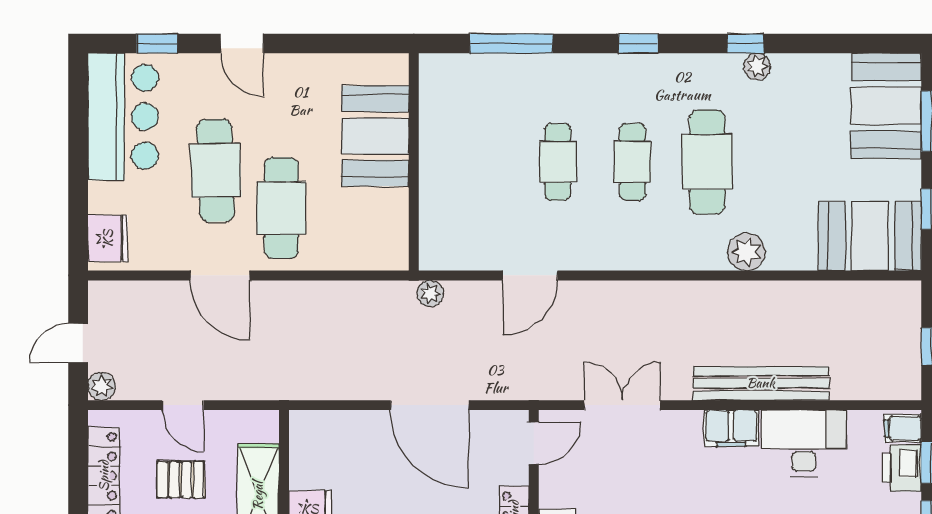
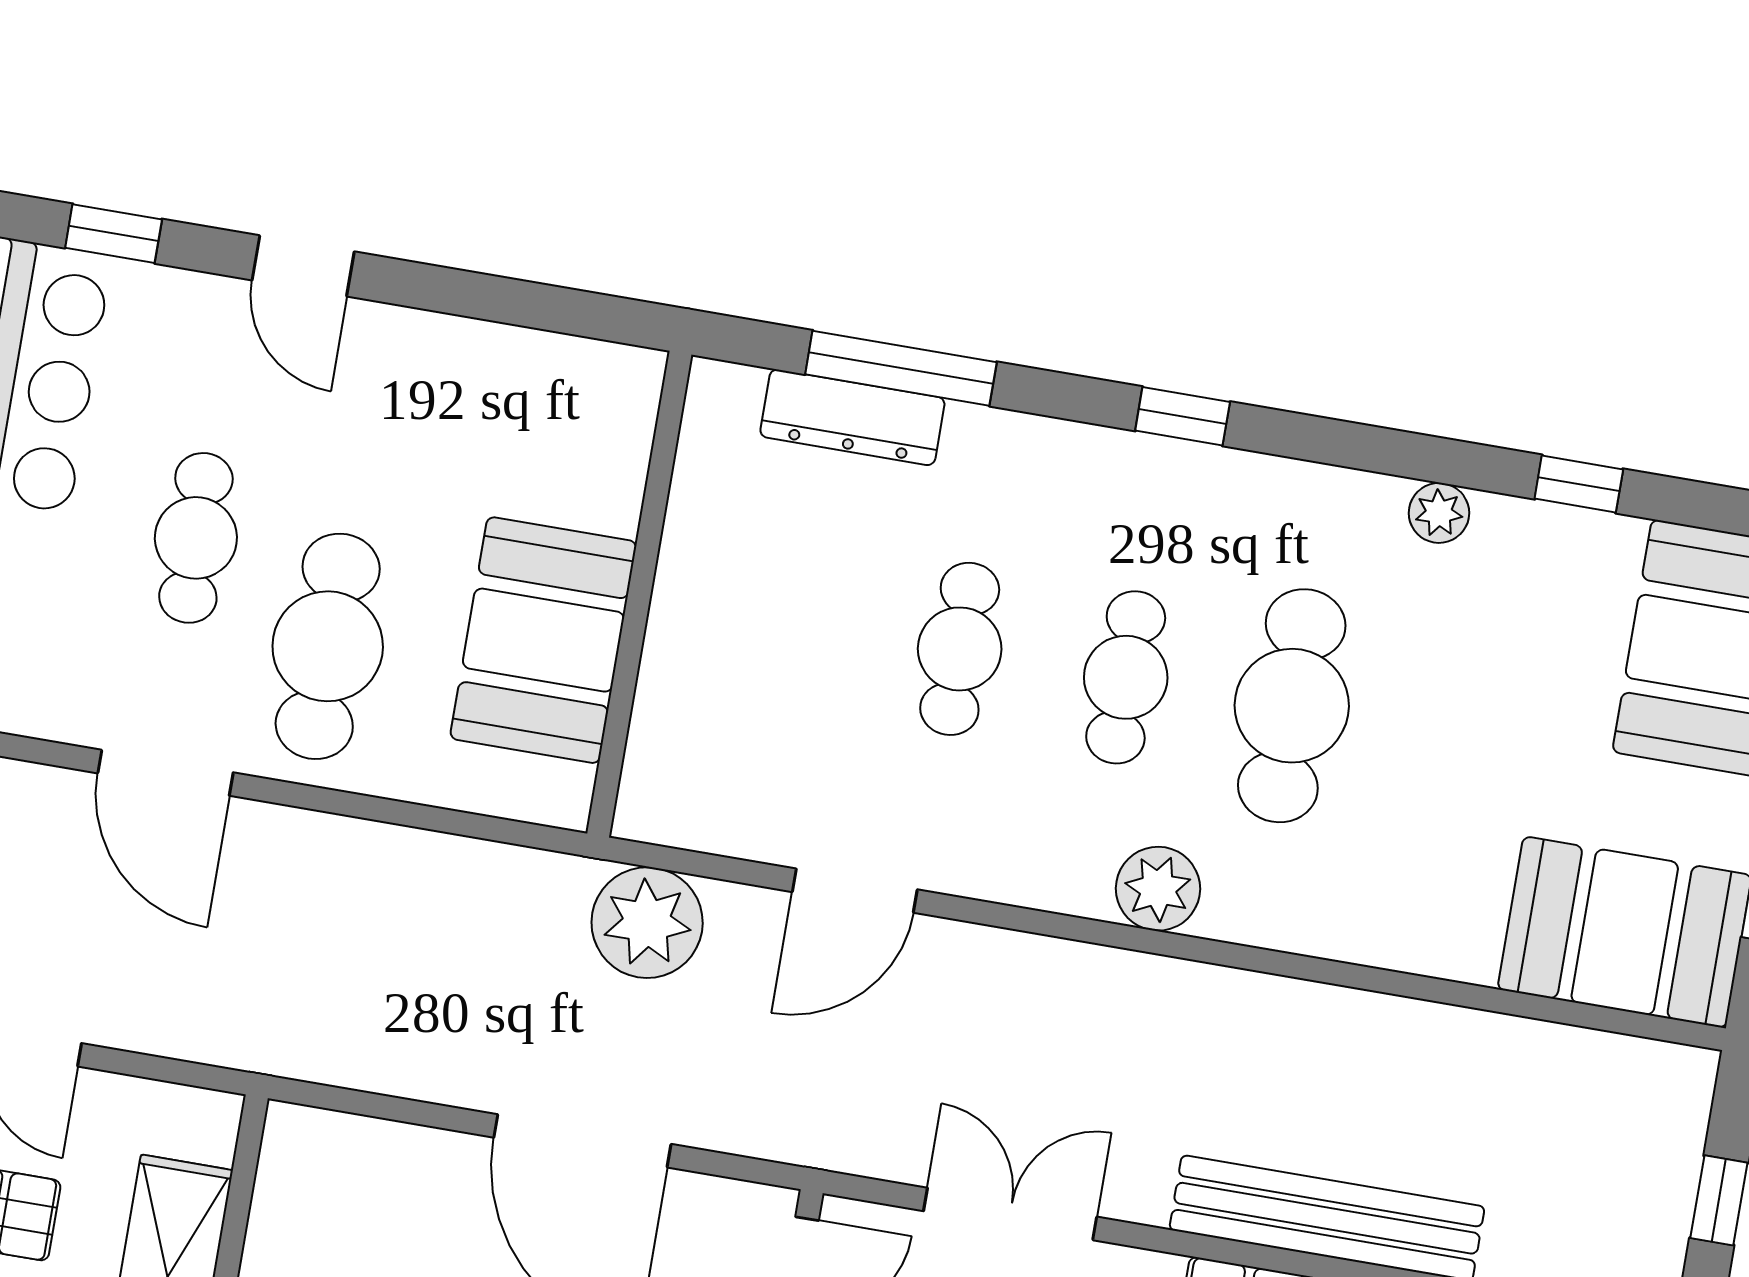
window: (745, 43) -> (1579, 484), moved
dresser: (494, 69) -> (852, 417), added
booth: (375, 136) -> (543, 640), moved
cafe table: (216, 170) -> (196, 538), width x0.73, depth x0.74
plant: (746, 252) -> (1158, 889), moved
plant: (430, 293) -> (647, 923), width x1.88, depth x1.88

